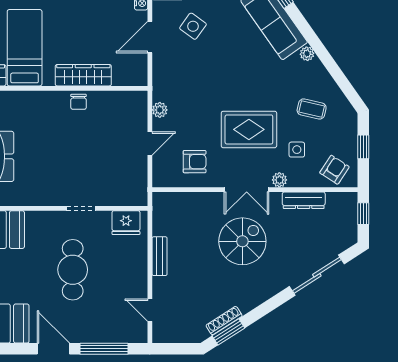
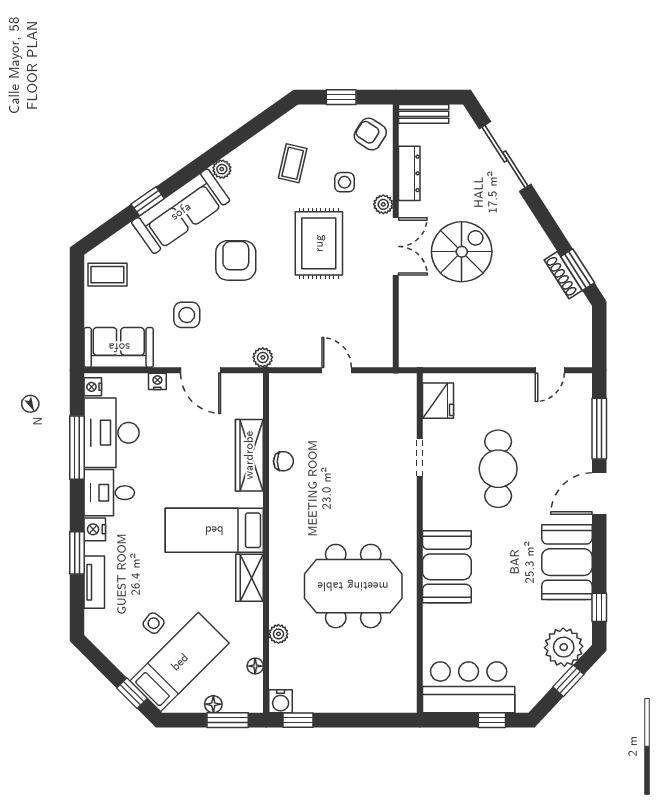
side table: (193, 26) -> (187, 315), turned -36
plant: (160, 110) -> (263, 357), moved
armchair: (195, 162) -> (236, 260), moved, width x1.38, depth x1.38
window: (363, 214) -> (426, 97), removed
spiral stairs: (242, 241) -> (462, 252), turned 90
bench: (160, 256) -> (424, 114), moved
cafe table: (73, 270) -> (498, 469), turned 90

